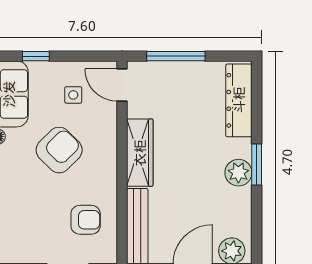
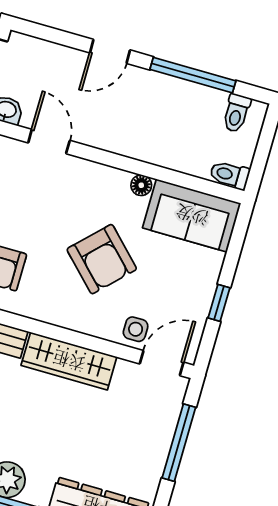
window: (36, 56) -> (219, 303), moved
side table: (73, 95) -> (136, 329), moved

